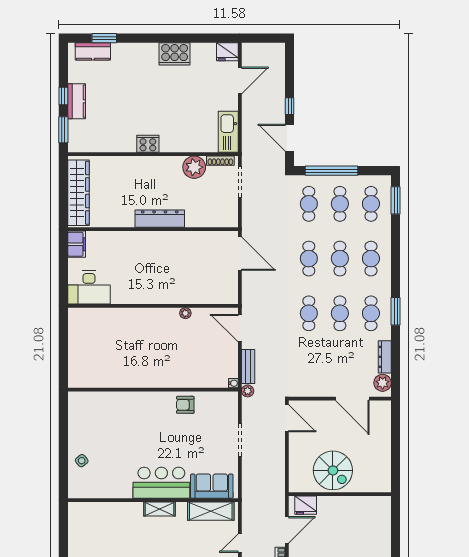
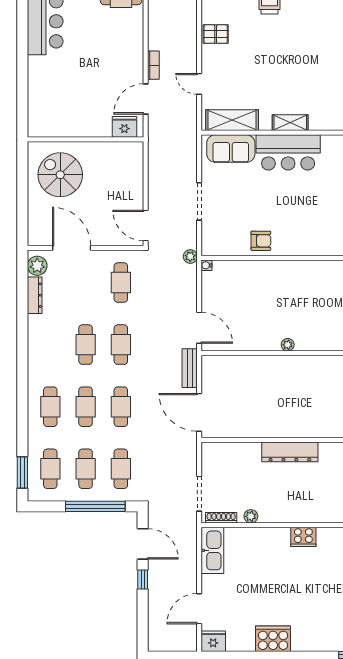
plant: (194, 167) -> (251, 516), width x0.53, depth x0.53
window: (396, 311) -> (22, 347), removed
plant: (185, 313) -> (288, 345), moved
cafe table: (371, 313) -> (121, 283), moved
bench: (248, 367) -> (190, 368), moved
spiral stairs: (333, 470) -> (60, 175), moved
door: (240, 543) -> (199, 84), swing flipped

